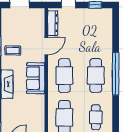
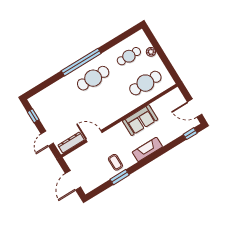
cafe table: (64, 75) -> (110, 105), removed
sofa: (36, 78) -> (140, 120), moved

